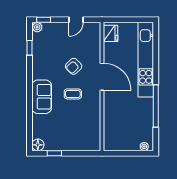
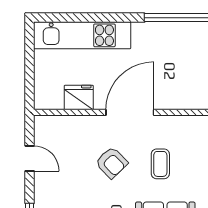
fridge: (111, 33) -> (79, 97), moved
kitchen unit: (146, 60) -> (82, 35), width x0.73

